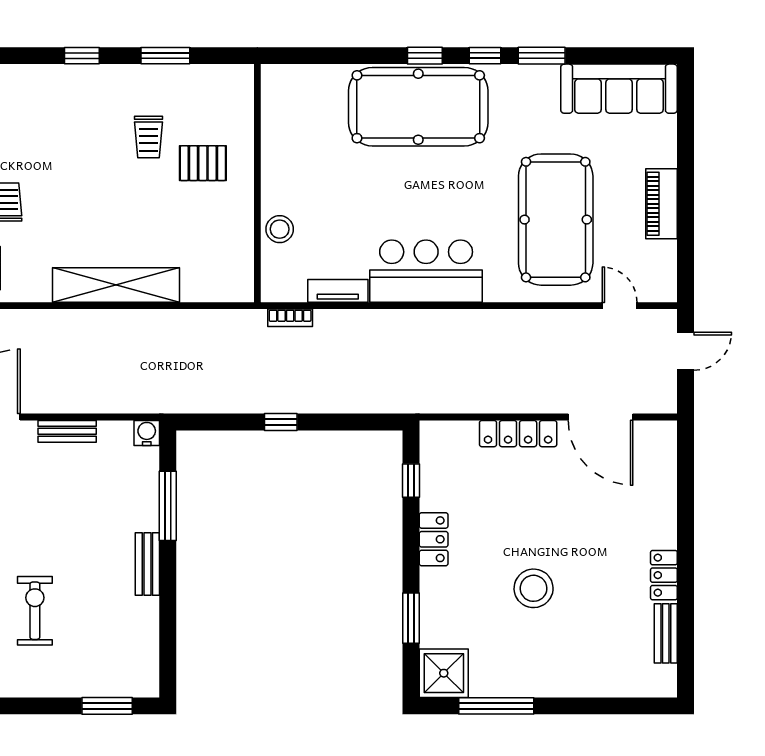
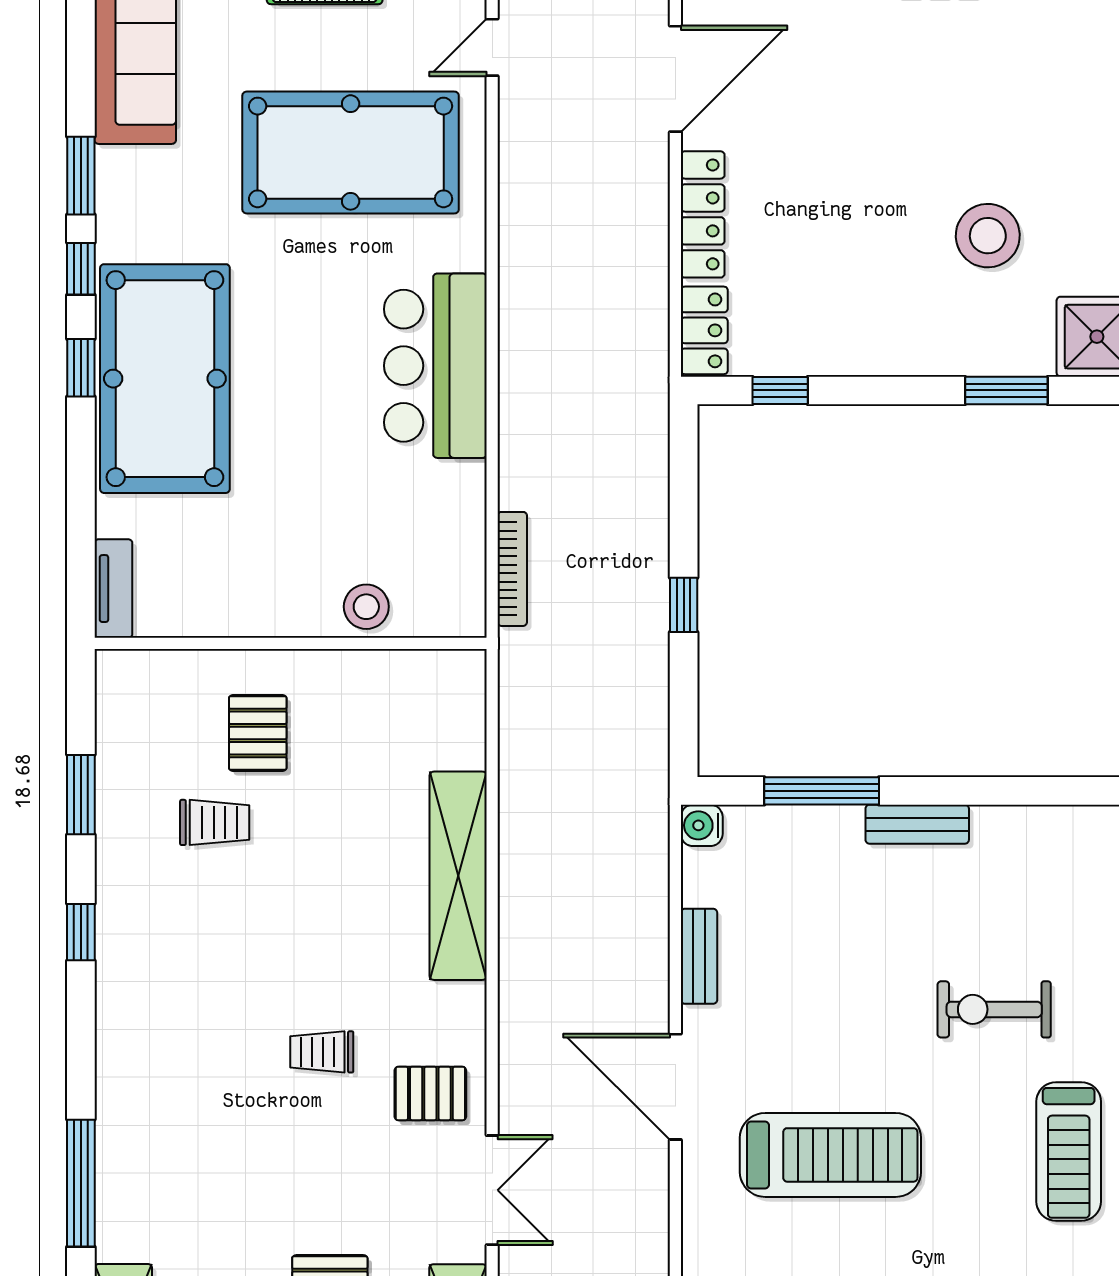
tv unit: (338, 291) -> (113, 589), moved, turned 180
bookcase: (290, 318) -> (512, 569), width x1.56
locker: (434, 539) -> (704, 330), moved, turned 90
stool: (534, 588) -> (988, 236), moved

